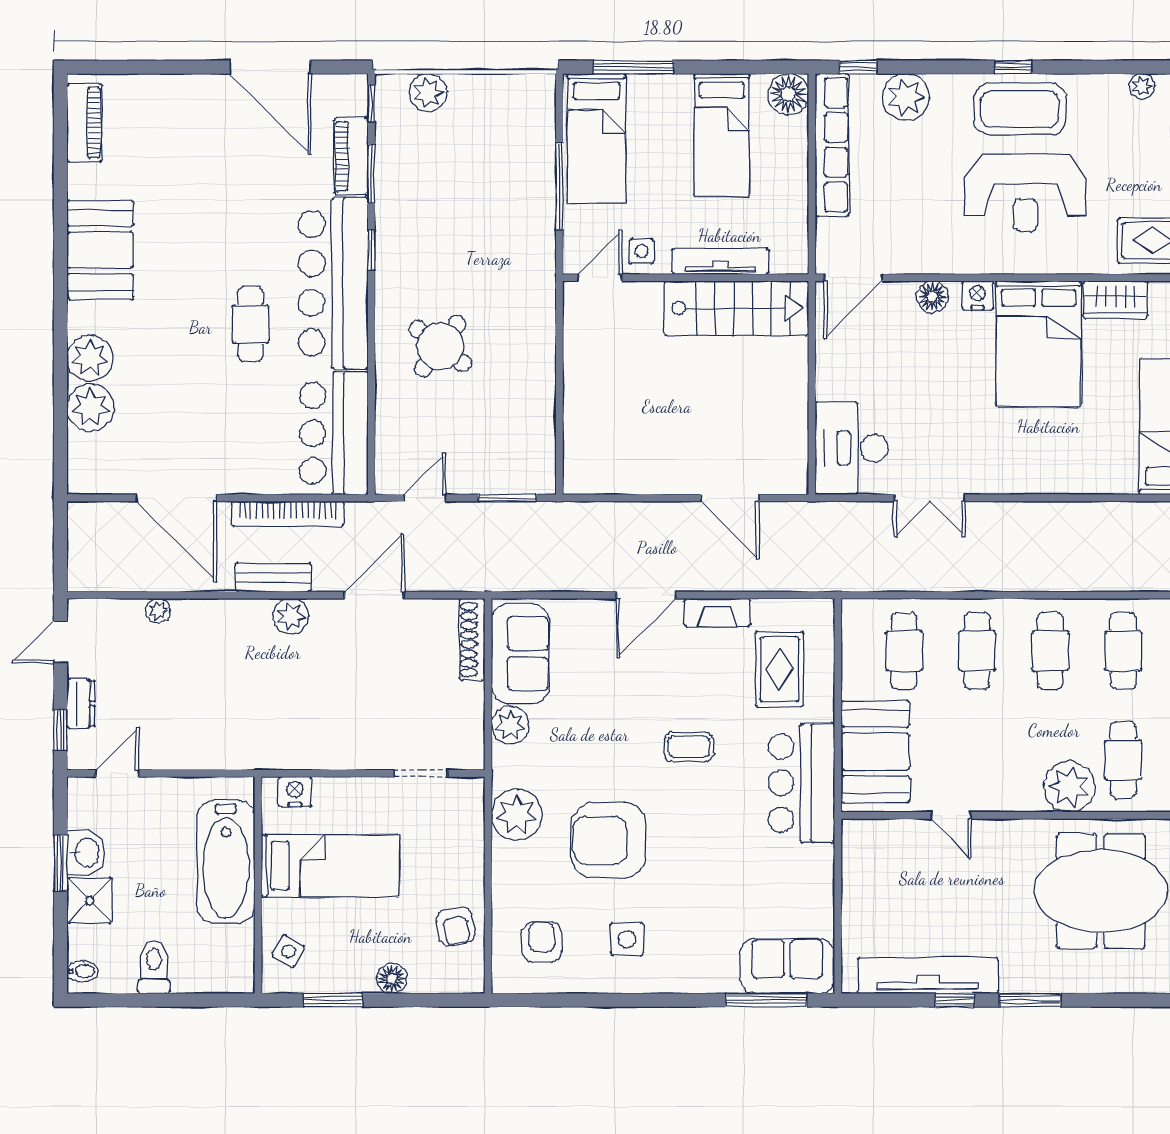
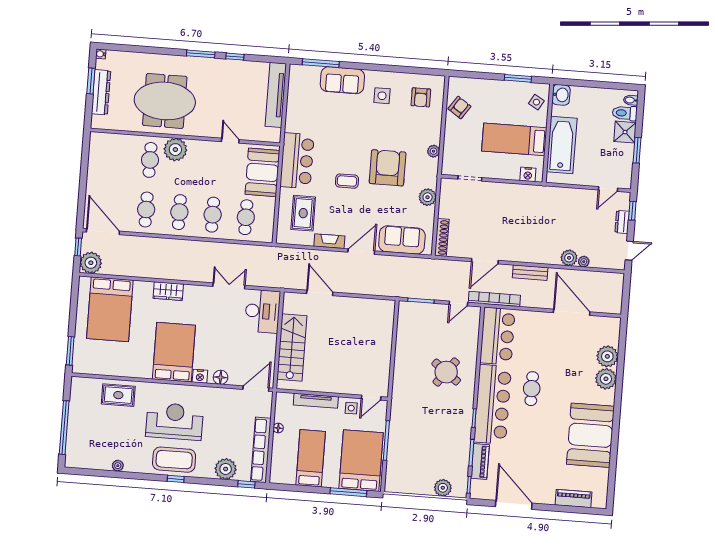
floor lamp: (788, 94) -> (278, 428), moved, width x0.53, depth x0.53
piano: (84, 123) -> (574, 499), moved, turned 90
bed: (597, 138) -> (361, 461), width x1.50
booth: (100, 250) -> (590, 435), width x1.36, depth x1.42
wardrobe: (1115, 299) -> (168, 291), moved, turned 180
stairs: (736, 308) -> (292, 347), moved, turned 90
bookcase: (288, 514) -> (494, 299), moved
plant: (291, 616) -> (569, 258), moved
sofa: (520, 653) -> (402, 240), moved, turned 90
plant: (517, 815) -> (434, 151), width x0.53, depth x0.53
armchair: (609, 841) -> (388, 168), moved, turned -90
washbasin: (86, 853) -> (561, 95), moved, turned 180
armchair: (456, 926) -> (459, 108), turned 44
sofa: (787, 966) -> (342, 80), moved
toilet: (154, 967) -> (625, 113), moved, turned 90
tv unit: (928, 976) -> (276, 95), moved, turned 90
floor lamp: (392, 979) -> (490, 86), removed

